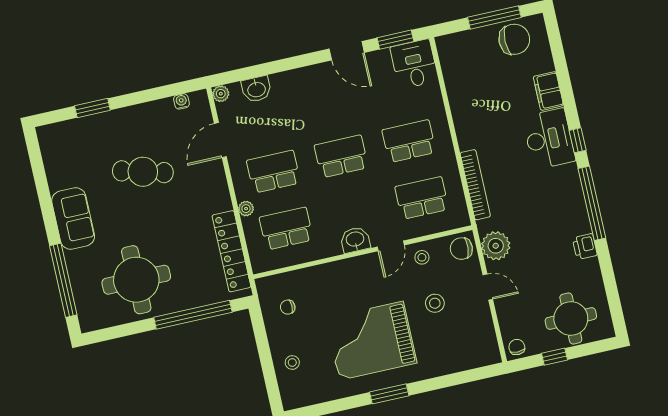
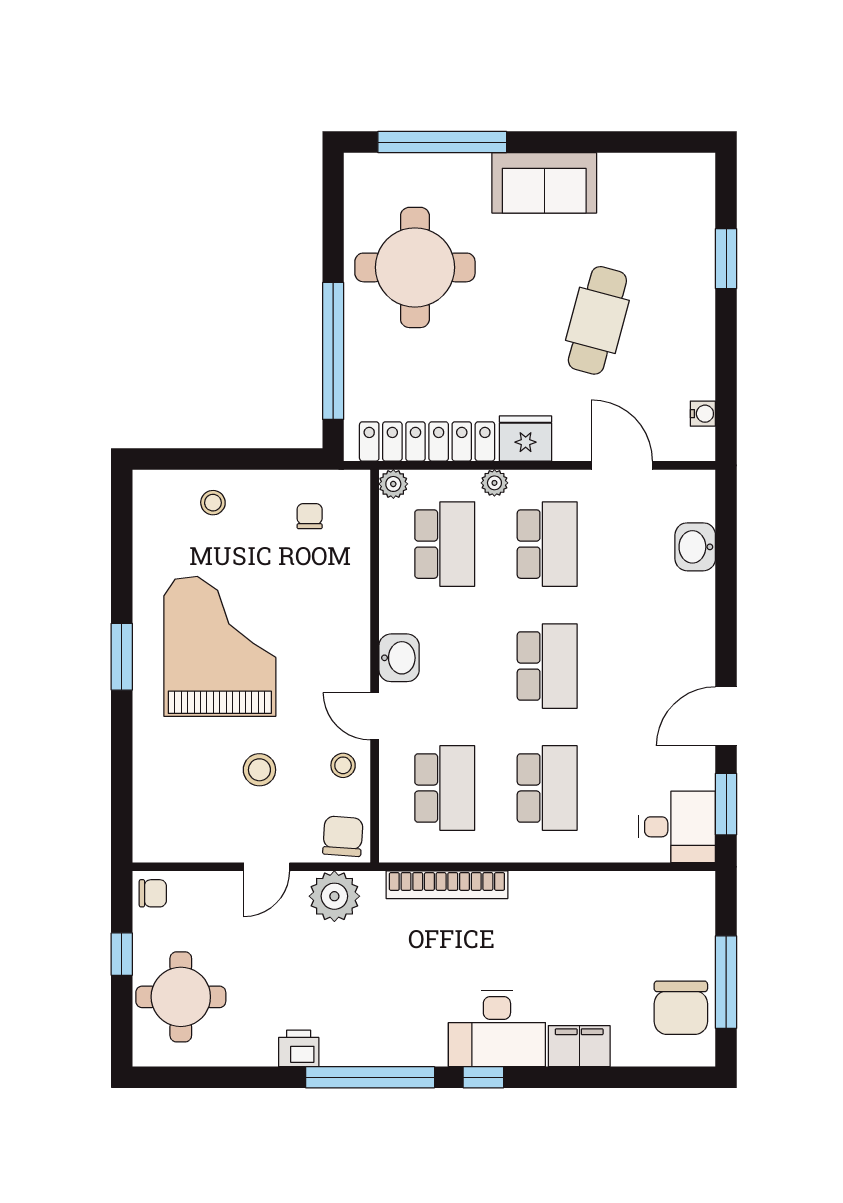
plant: (221, 94) -> (393, 484), moved
fridge: (217, 197) -> (526, 439), added

